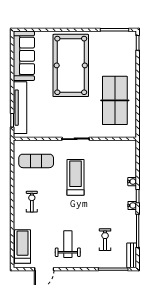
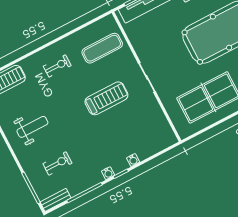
exercise mat: (36, 161) -> (102, 48), turned 90

